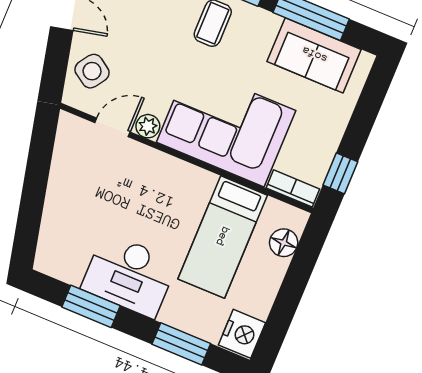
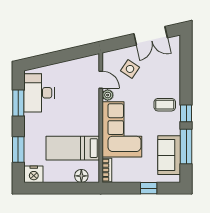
side table: (92, 71) -> (130, 69), moved
window: (340, 173) -> (149, 188), moved
desk: (129, 275) -> (39, 93), moved

